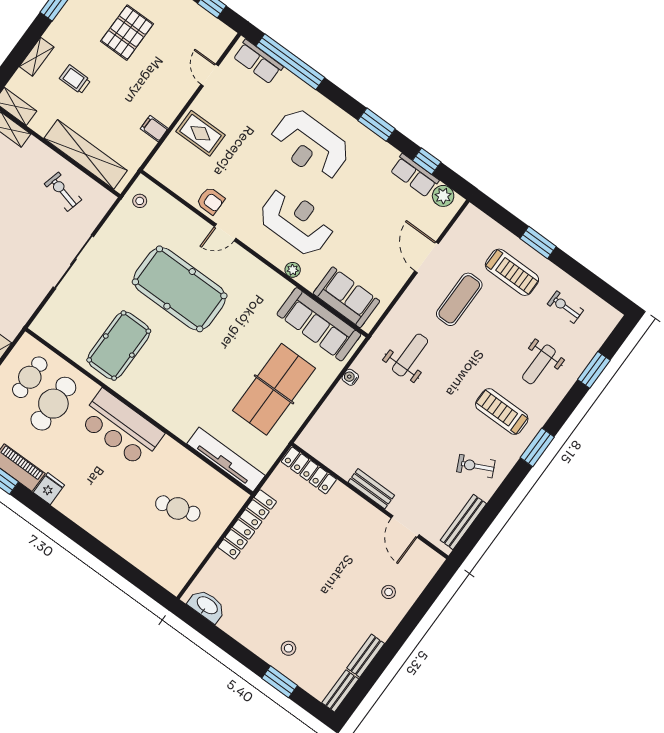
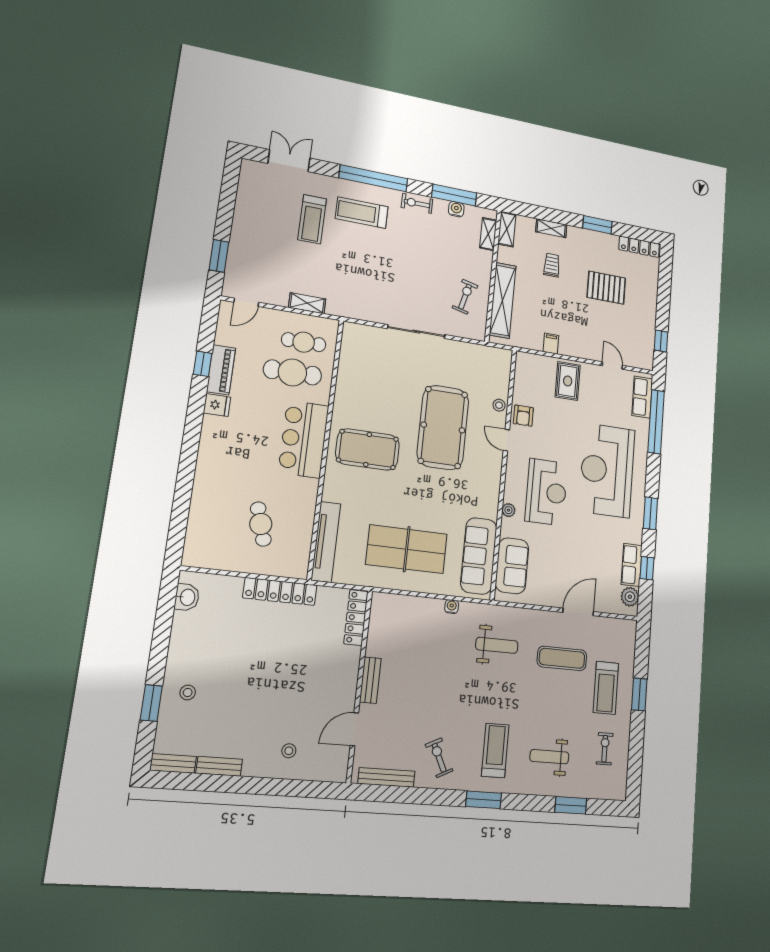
door: (210, 75) -> (612, 366), hinge flipped
reception desk: (310, 145) -> (607, 470), width x1.36, depth x1.30
stool: (140, 201) -> (499, 405), moved
pool table: (119, 346) -> (368, 449), moved
washbasin: (207, 606) -> (187, 597), width x0.72

